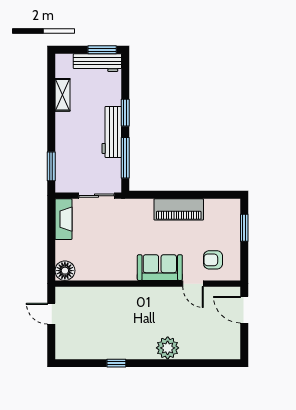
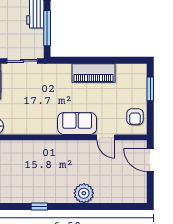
armchair: (213, 260) -> (135, 117), moved, turned -90

